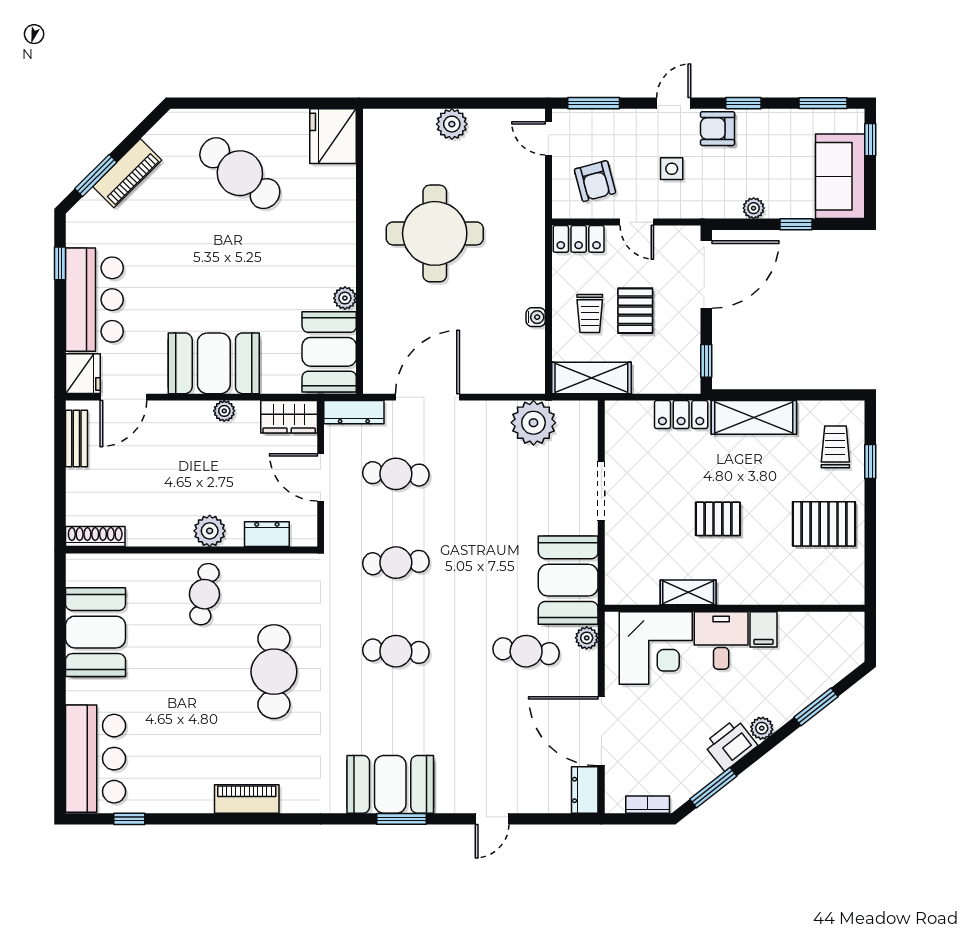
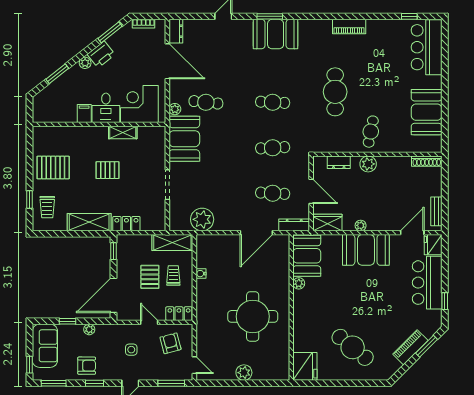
armchair: (718, 129) -> (87, 366), moved

